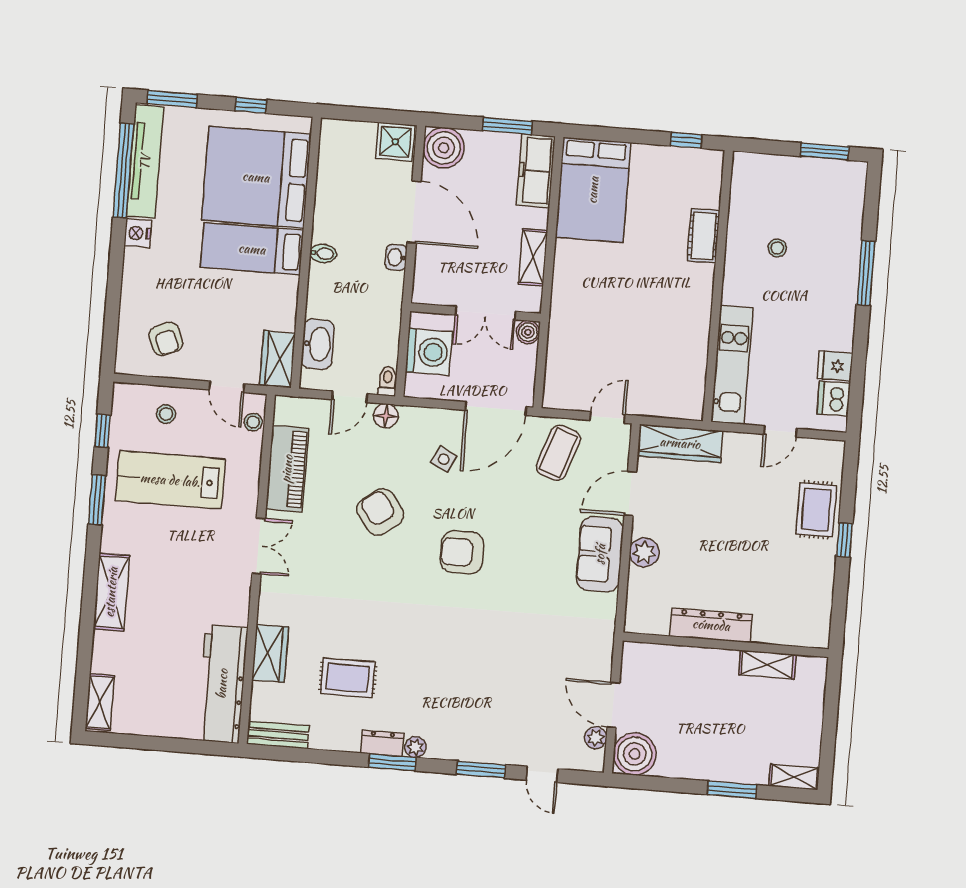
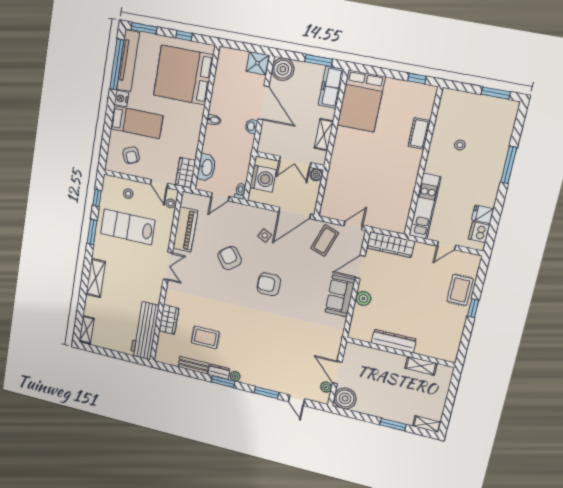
bed: (252, 249) -> (137, 122), moved, turned 180
floor lamp: (386, 416) -> (237, 209), removed
bench: (278, 735) -> (193, 365), moved

